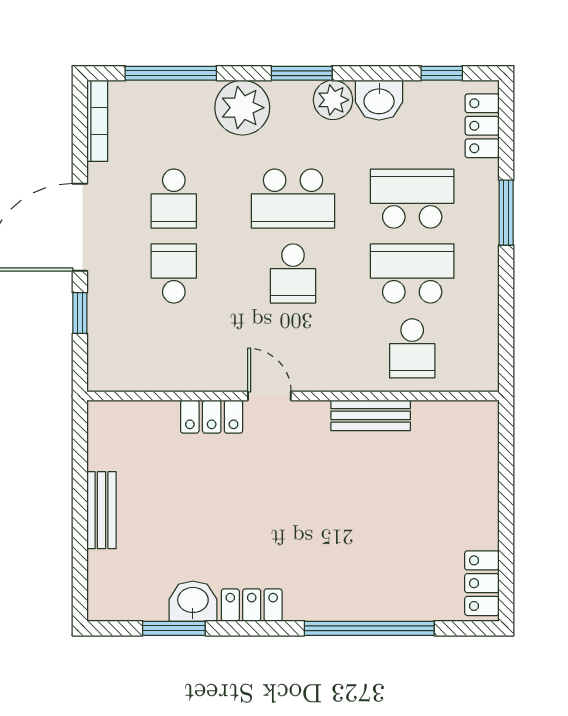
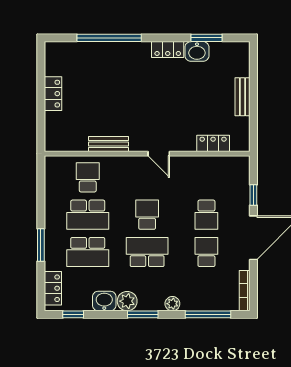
plant: (242, 108) -> (172, 304), width x0.53, depth x0.53
locker: (212, 417) -> (213, 143), moved
locker: (482, 583) -> (53, 94), moved

